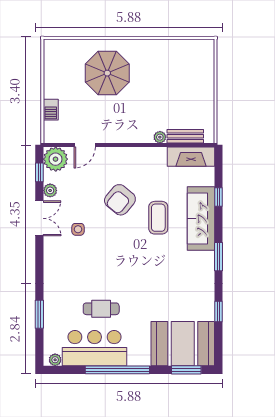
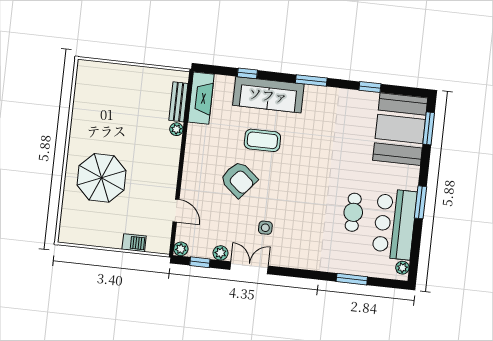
plant: (56, 159) -> (181, 249), width x0.53, depth x0.53
window: (117, 370) -> (421, 202), width x0.47

